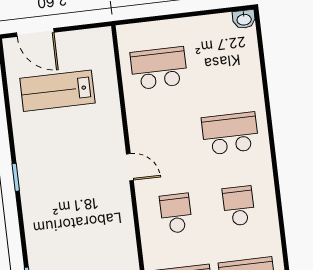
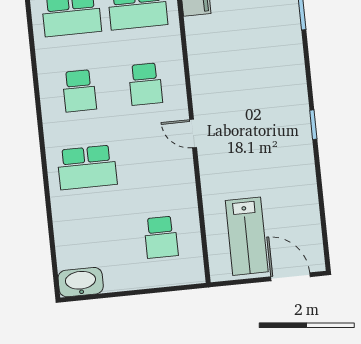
washbasin: (244, 19) -> (81, 282), width x1.91, depth x1.45
school desk: (159, 68) -> (161, 237), width x0.54
lab bench: (57, 91) -> (247, 236), moved, turned 90

